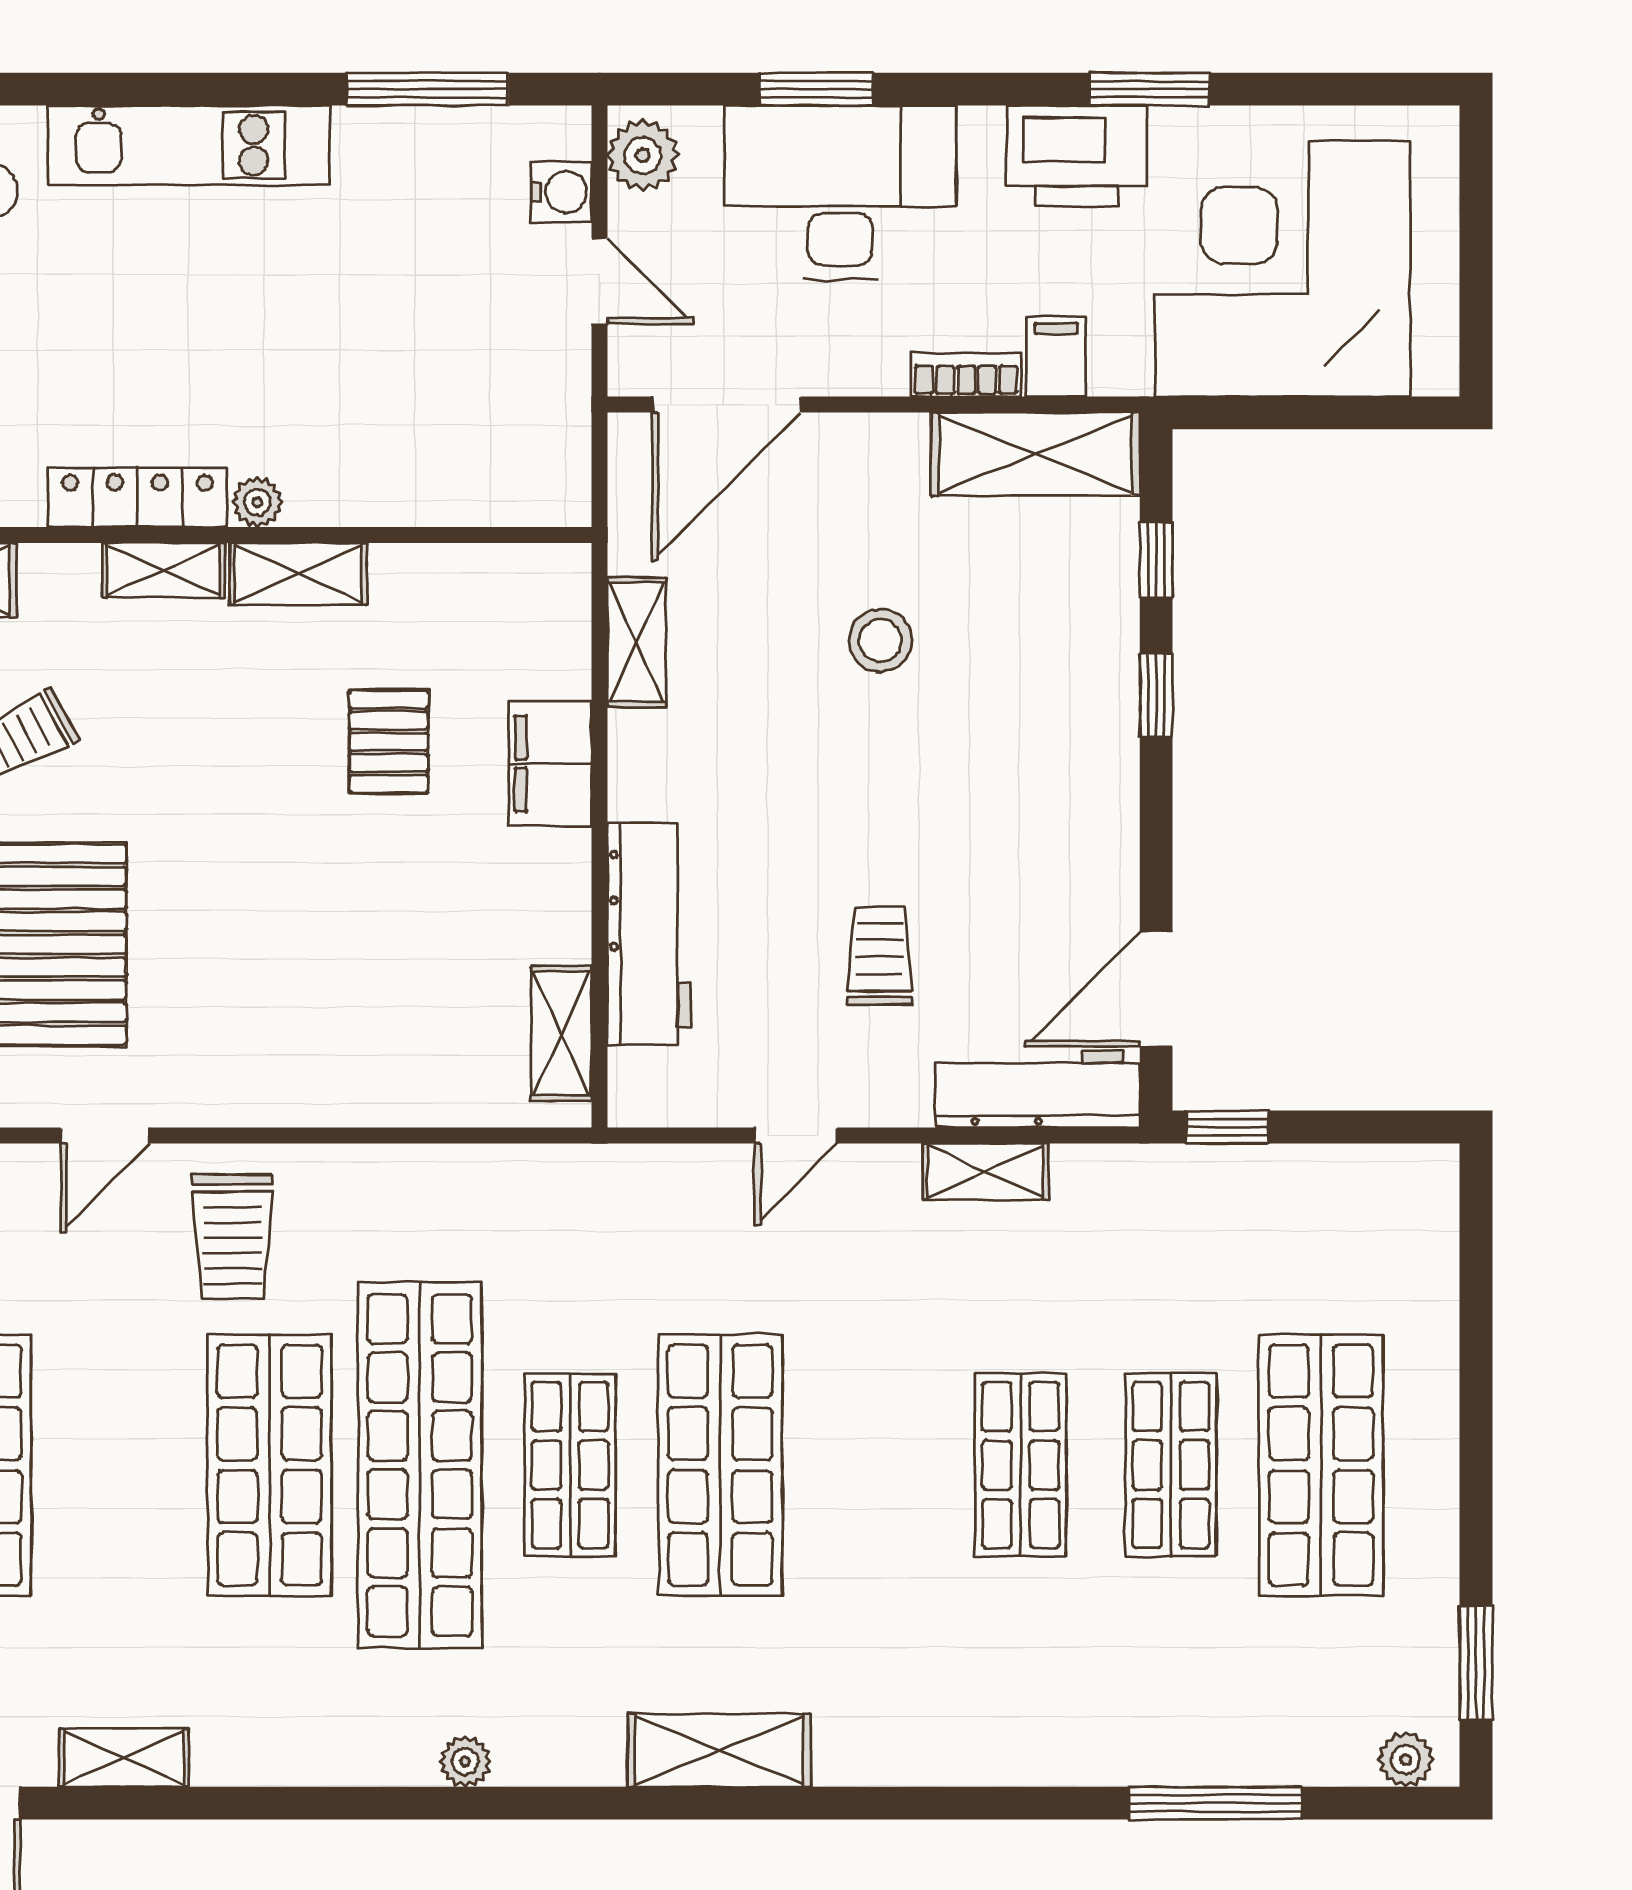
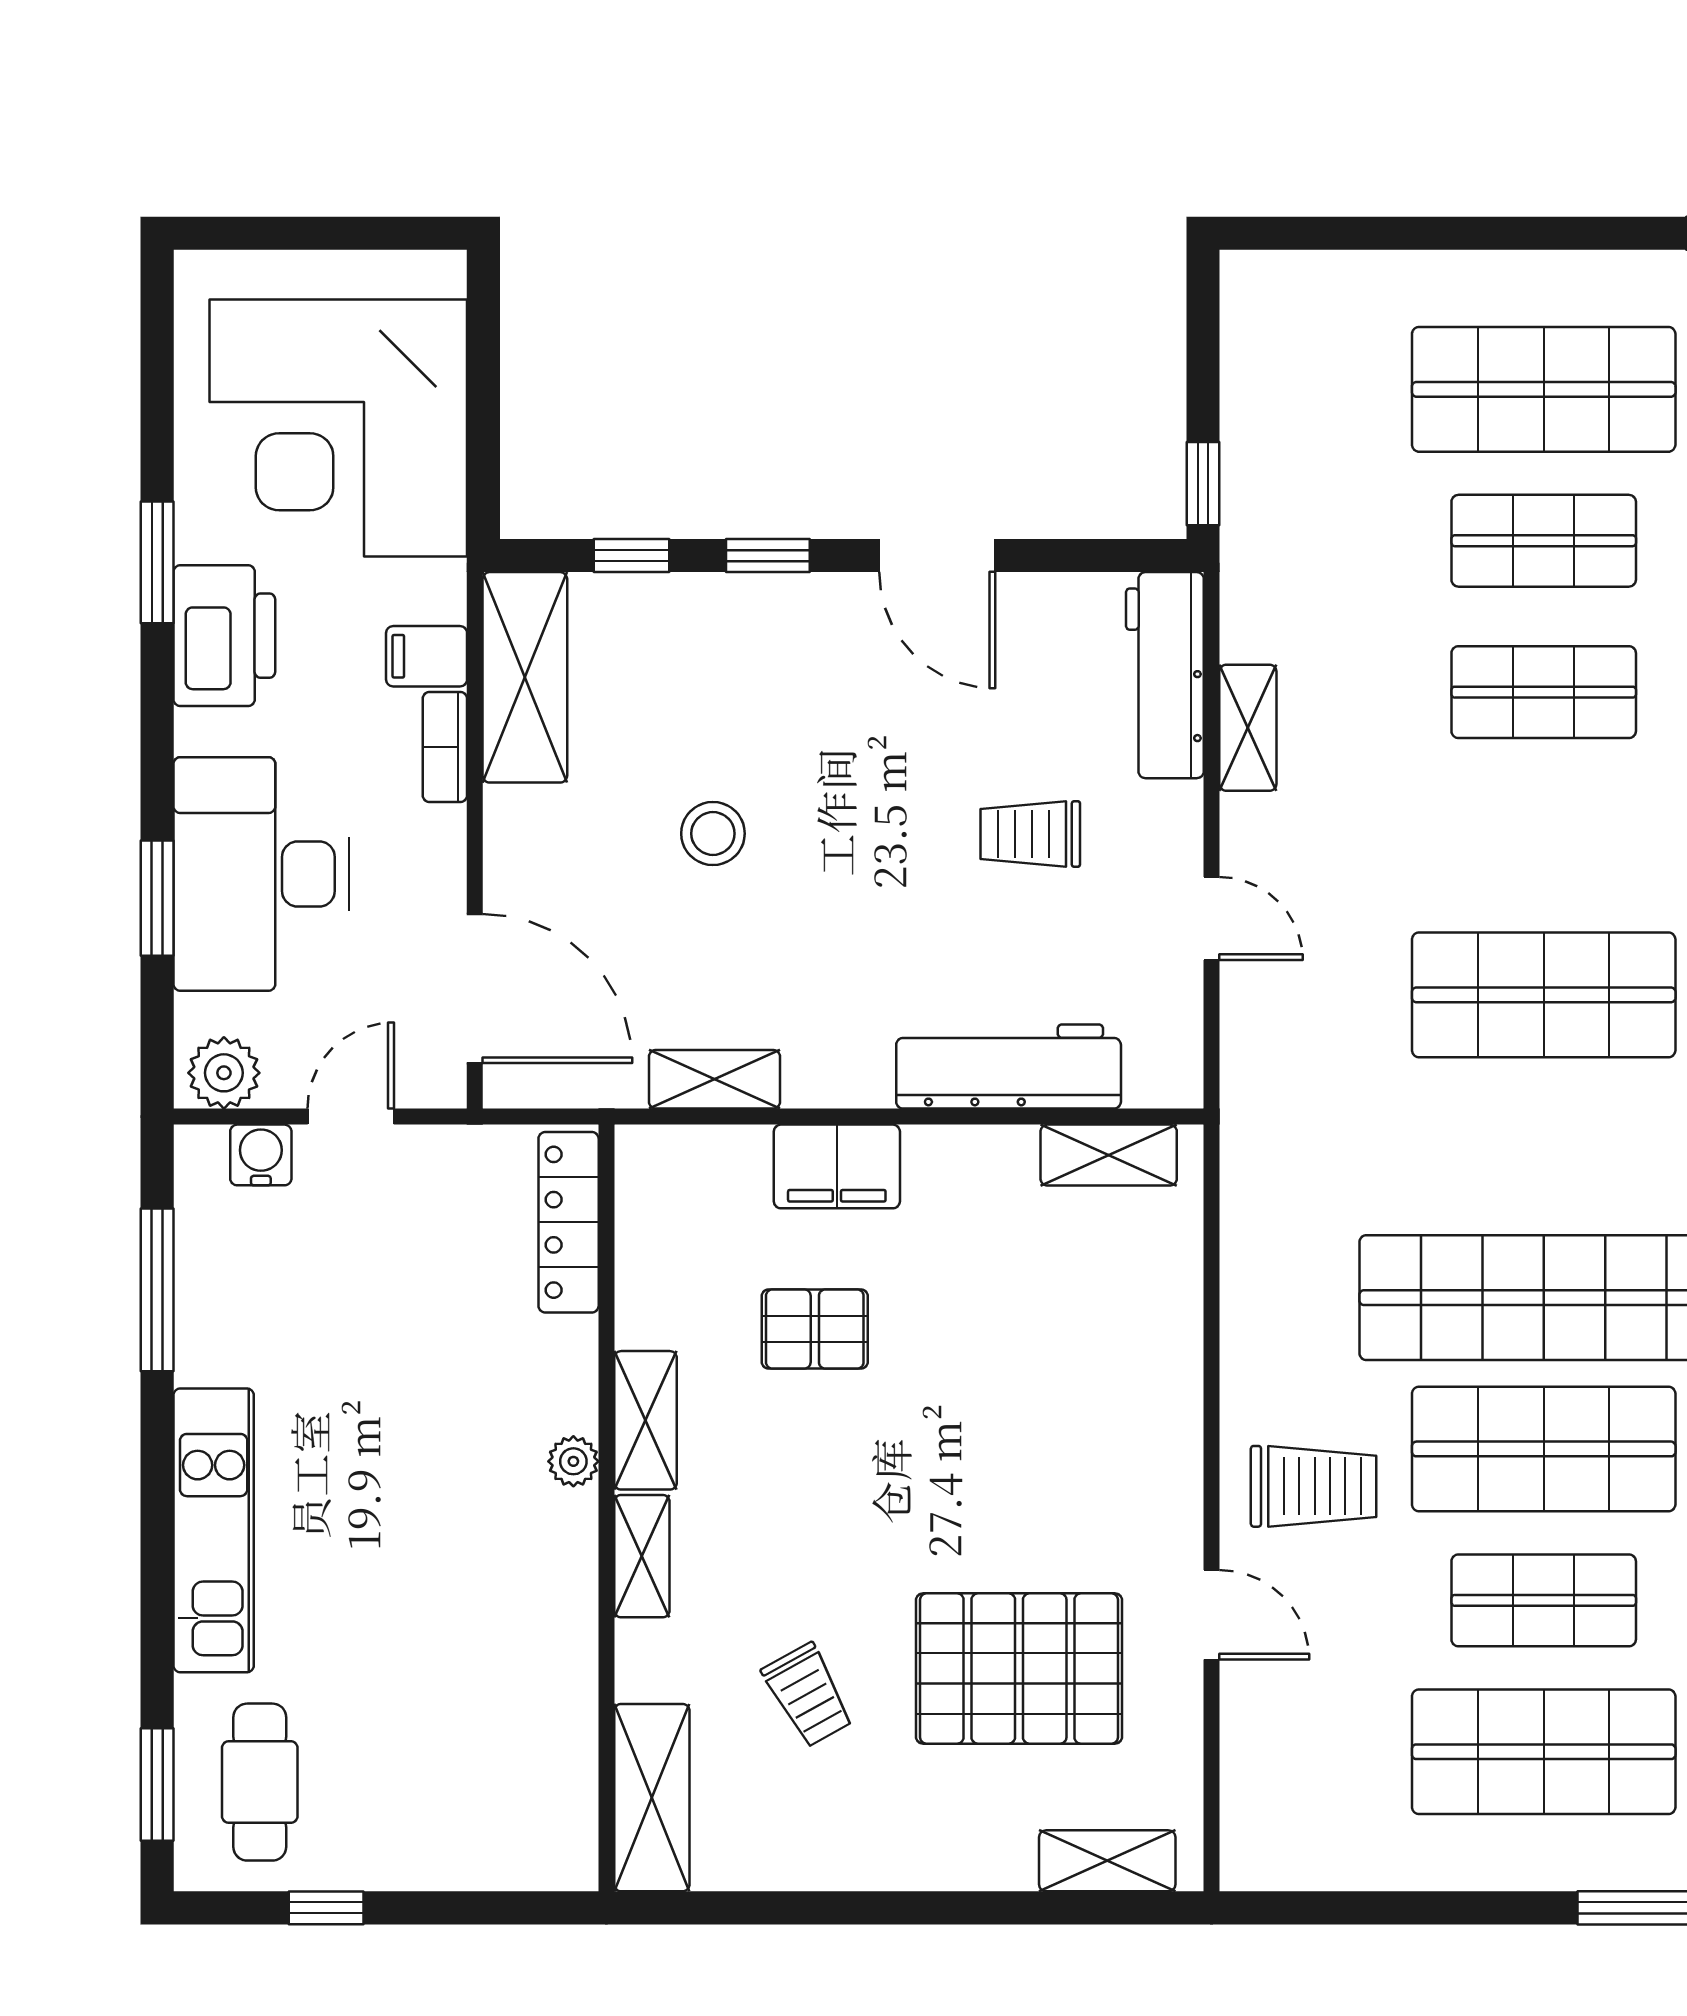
locker: (137, 497) -> (569, 1222), moved
door: (1156, 989) -> (937, 556), moved
shop shelf: (570, 1465) -> (1544, 1600), moved

